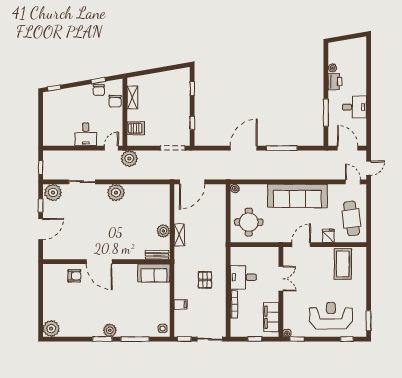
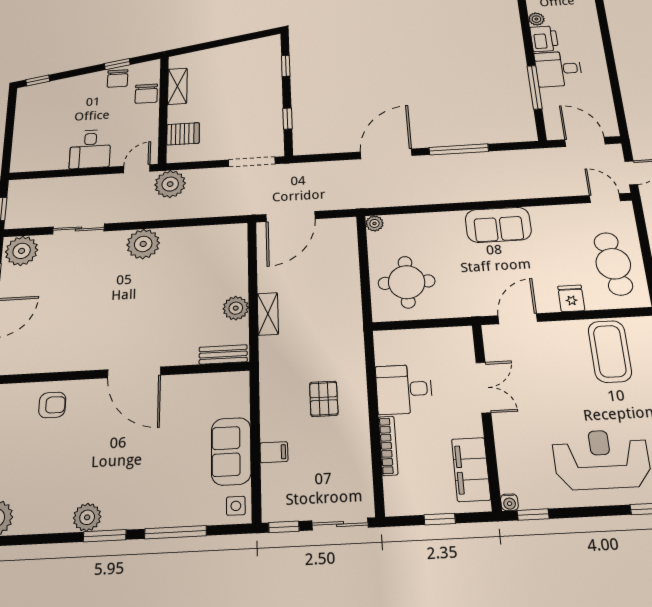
desk: (354, 107) -> (558, 69), moved, turned 180
sofa: (297, 196) -> (498, 225), width x0.54, depth x0.79
door: (99, 262) -> (134, 372), moved
sofa: (154, 273) -> (231, 451), moved, turned 90
plant: (110, 330) -> (87, 517), moved

